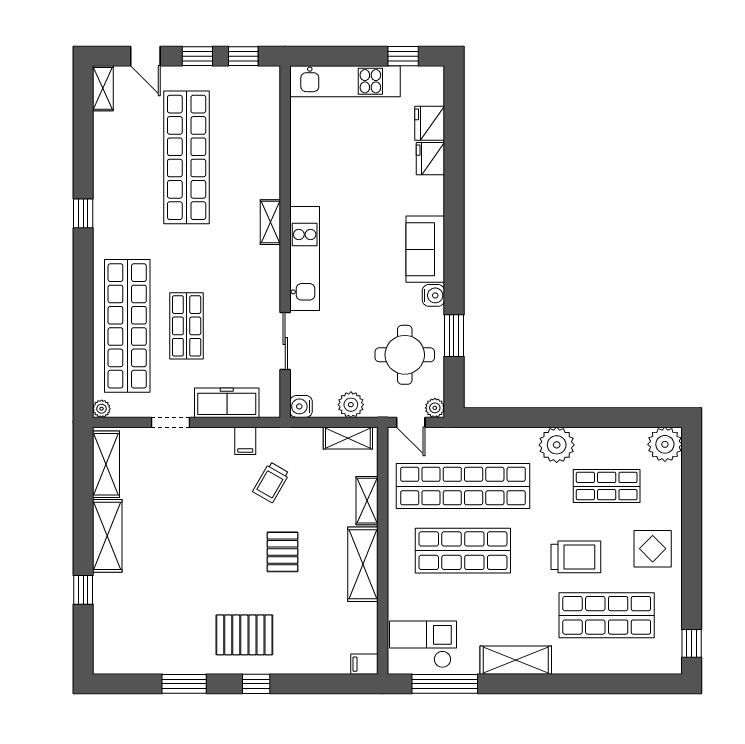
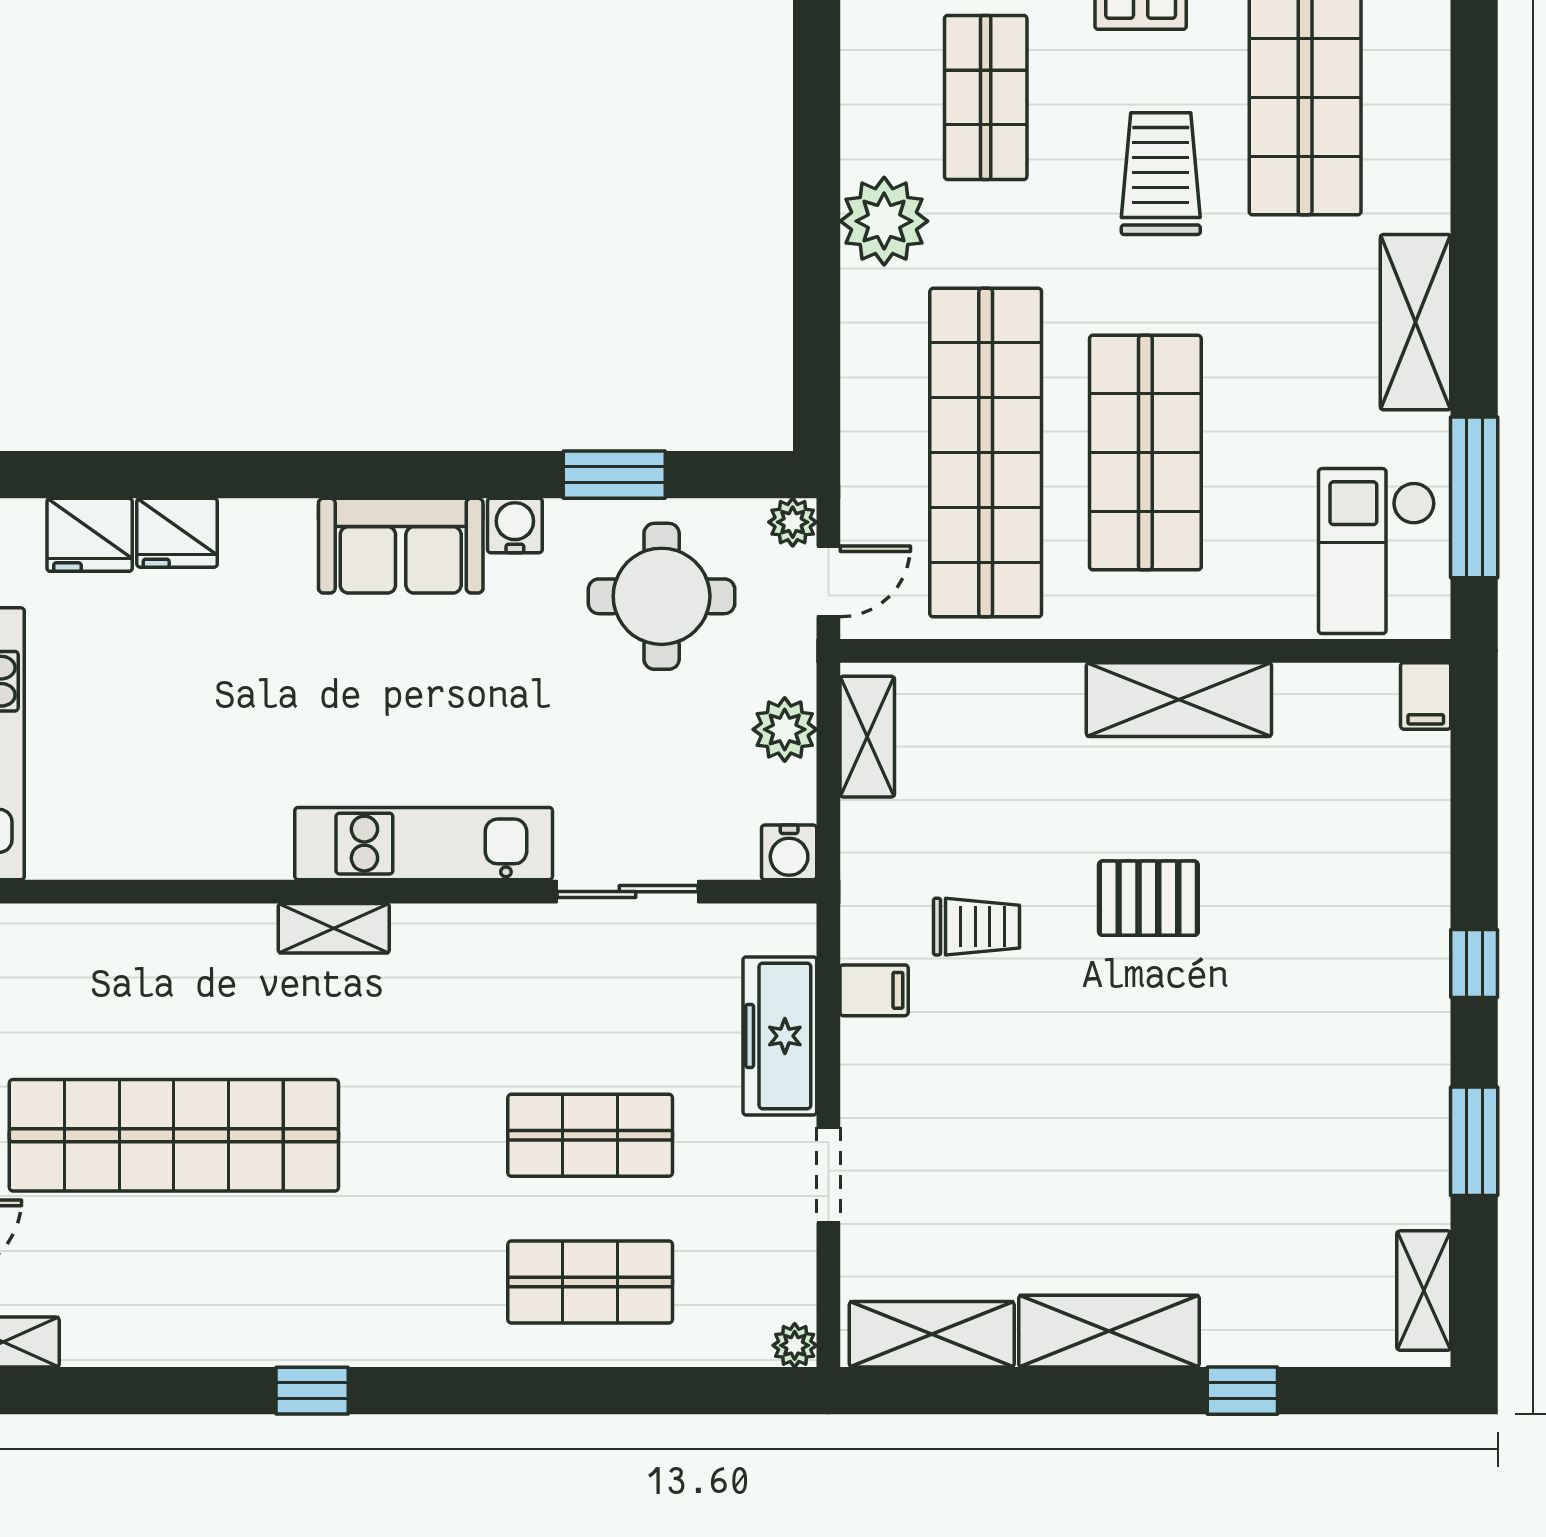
shop shelf: (127, 326) -> (590, 1282), width x0.50, depth x0.74
trolley: (271, 482) -> (977, 927), turned -30
shelving: (367, 501) -> (1424, 1291), moved, turned 90
pallet: (244, 635) -> (1354, 992), removed

